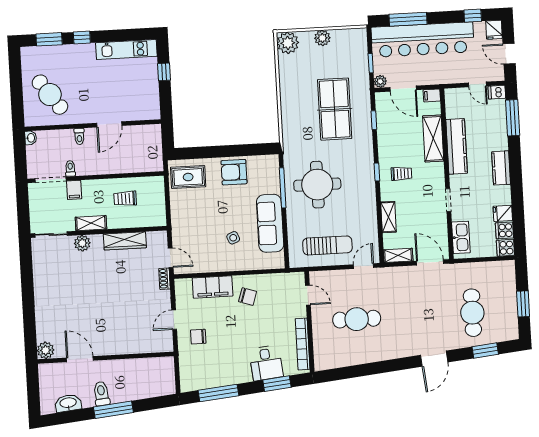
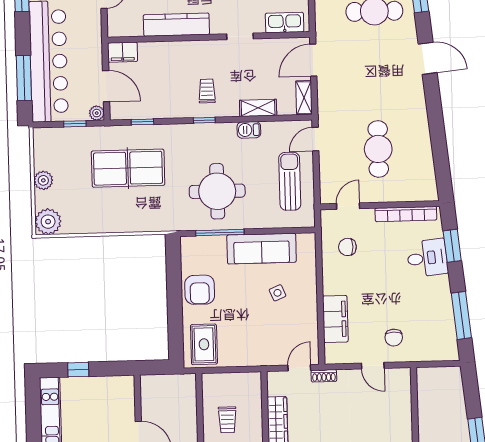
door: (403, 89) -> (106, 86), hinge flipped
filing cabinet: (432, 95) -> (123, 52), width x2.00
shelving: (433, 138) -> (166, 52), removed
barbecue: (370, 210) -> (249, 130), added
door: (363, 266) -> (315, 139), hinge flipped
chair: (248, 297) -> (347, 247), moved, turned -108

